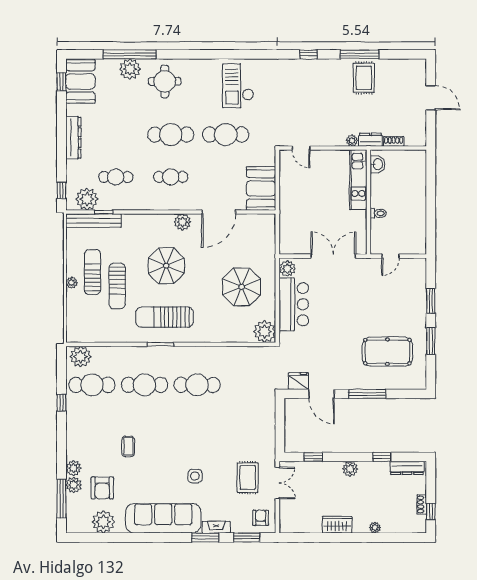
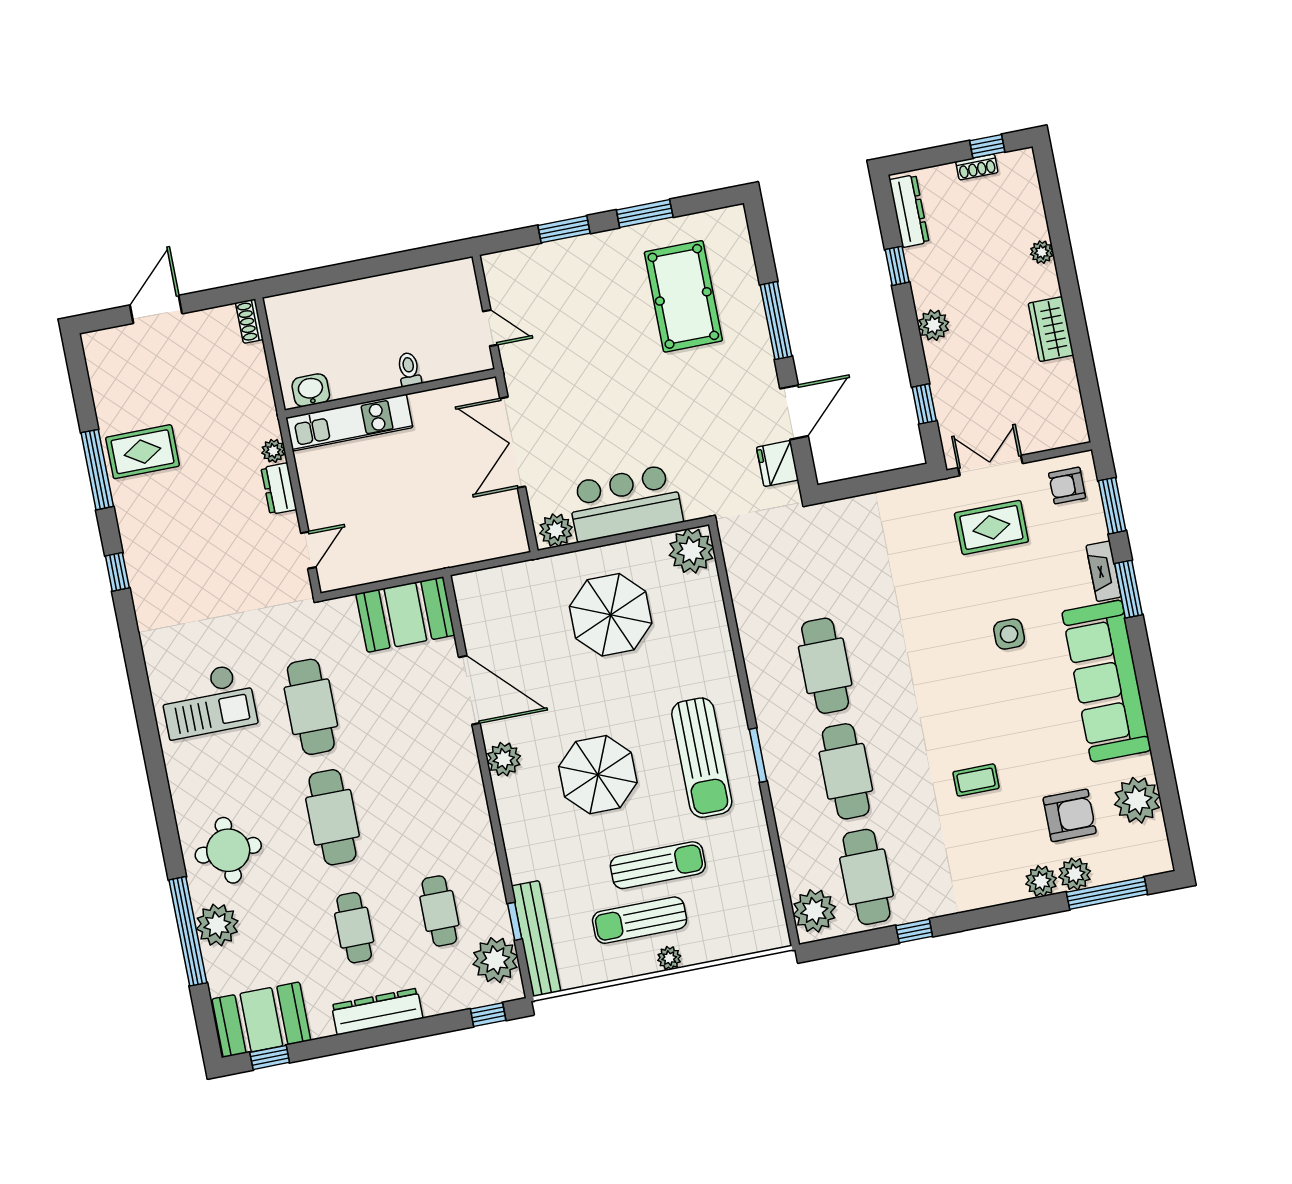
dresser: (371, 140) -> (279, 489), moved
shoe rack: (394, 141) -> (249, 321), moved
cafe table: (171, 177) -> (354, 928), moved

